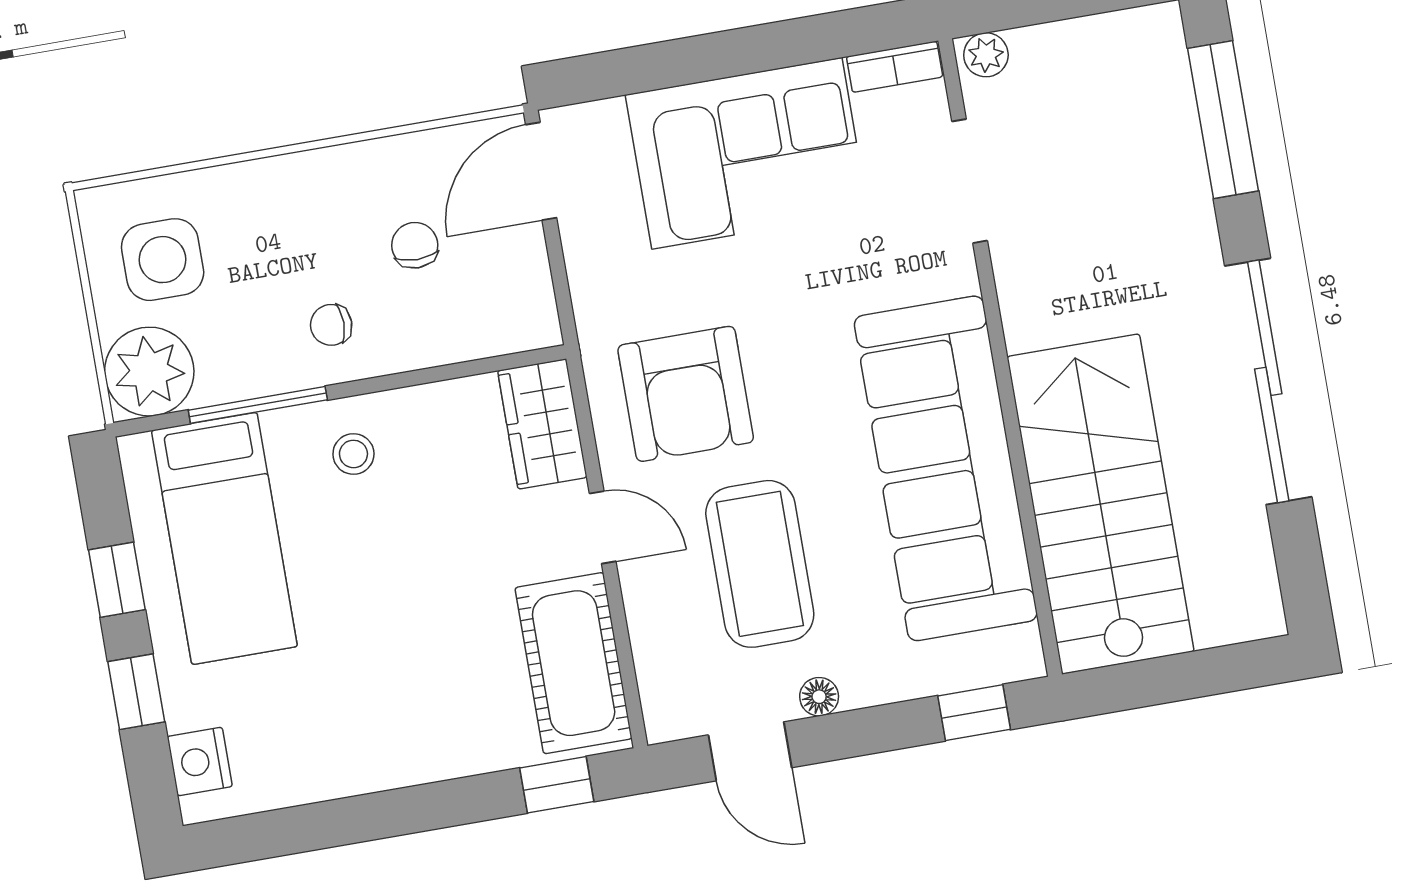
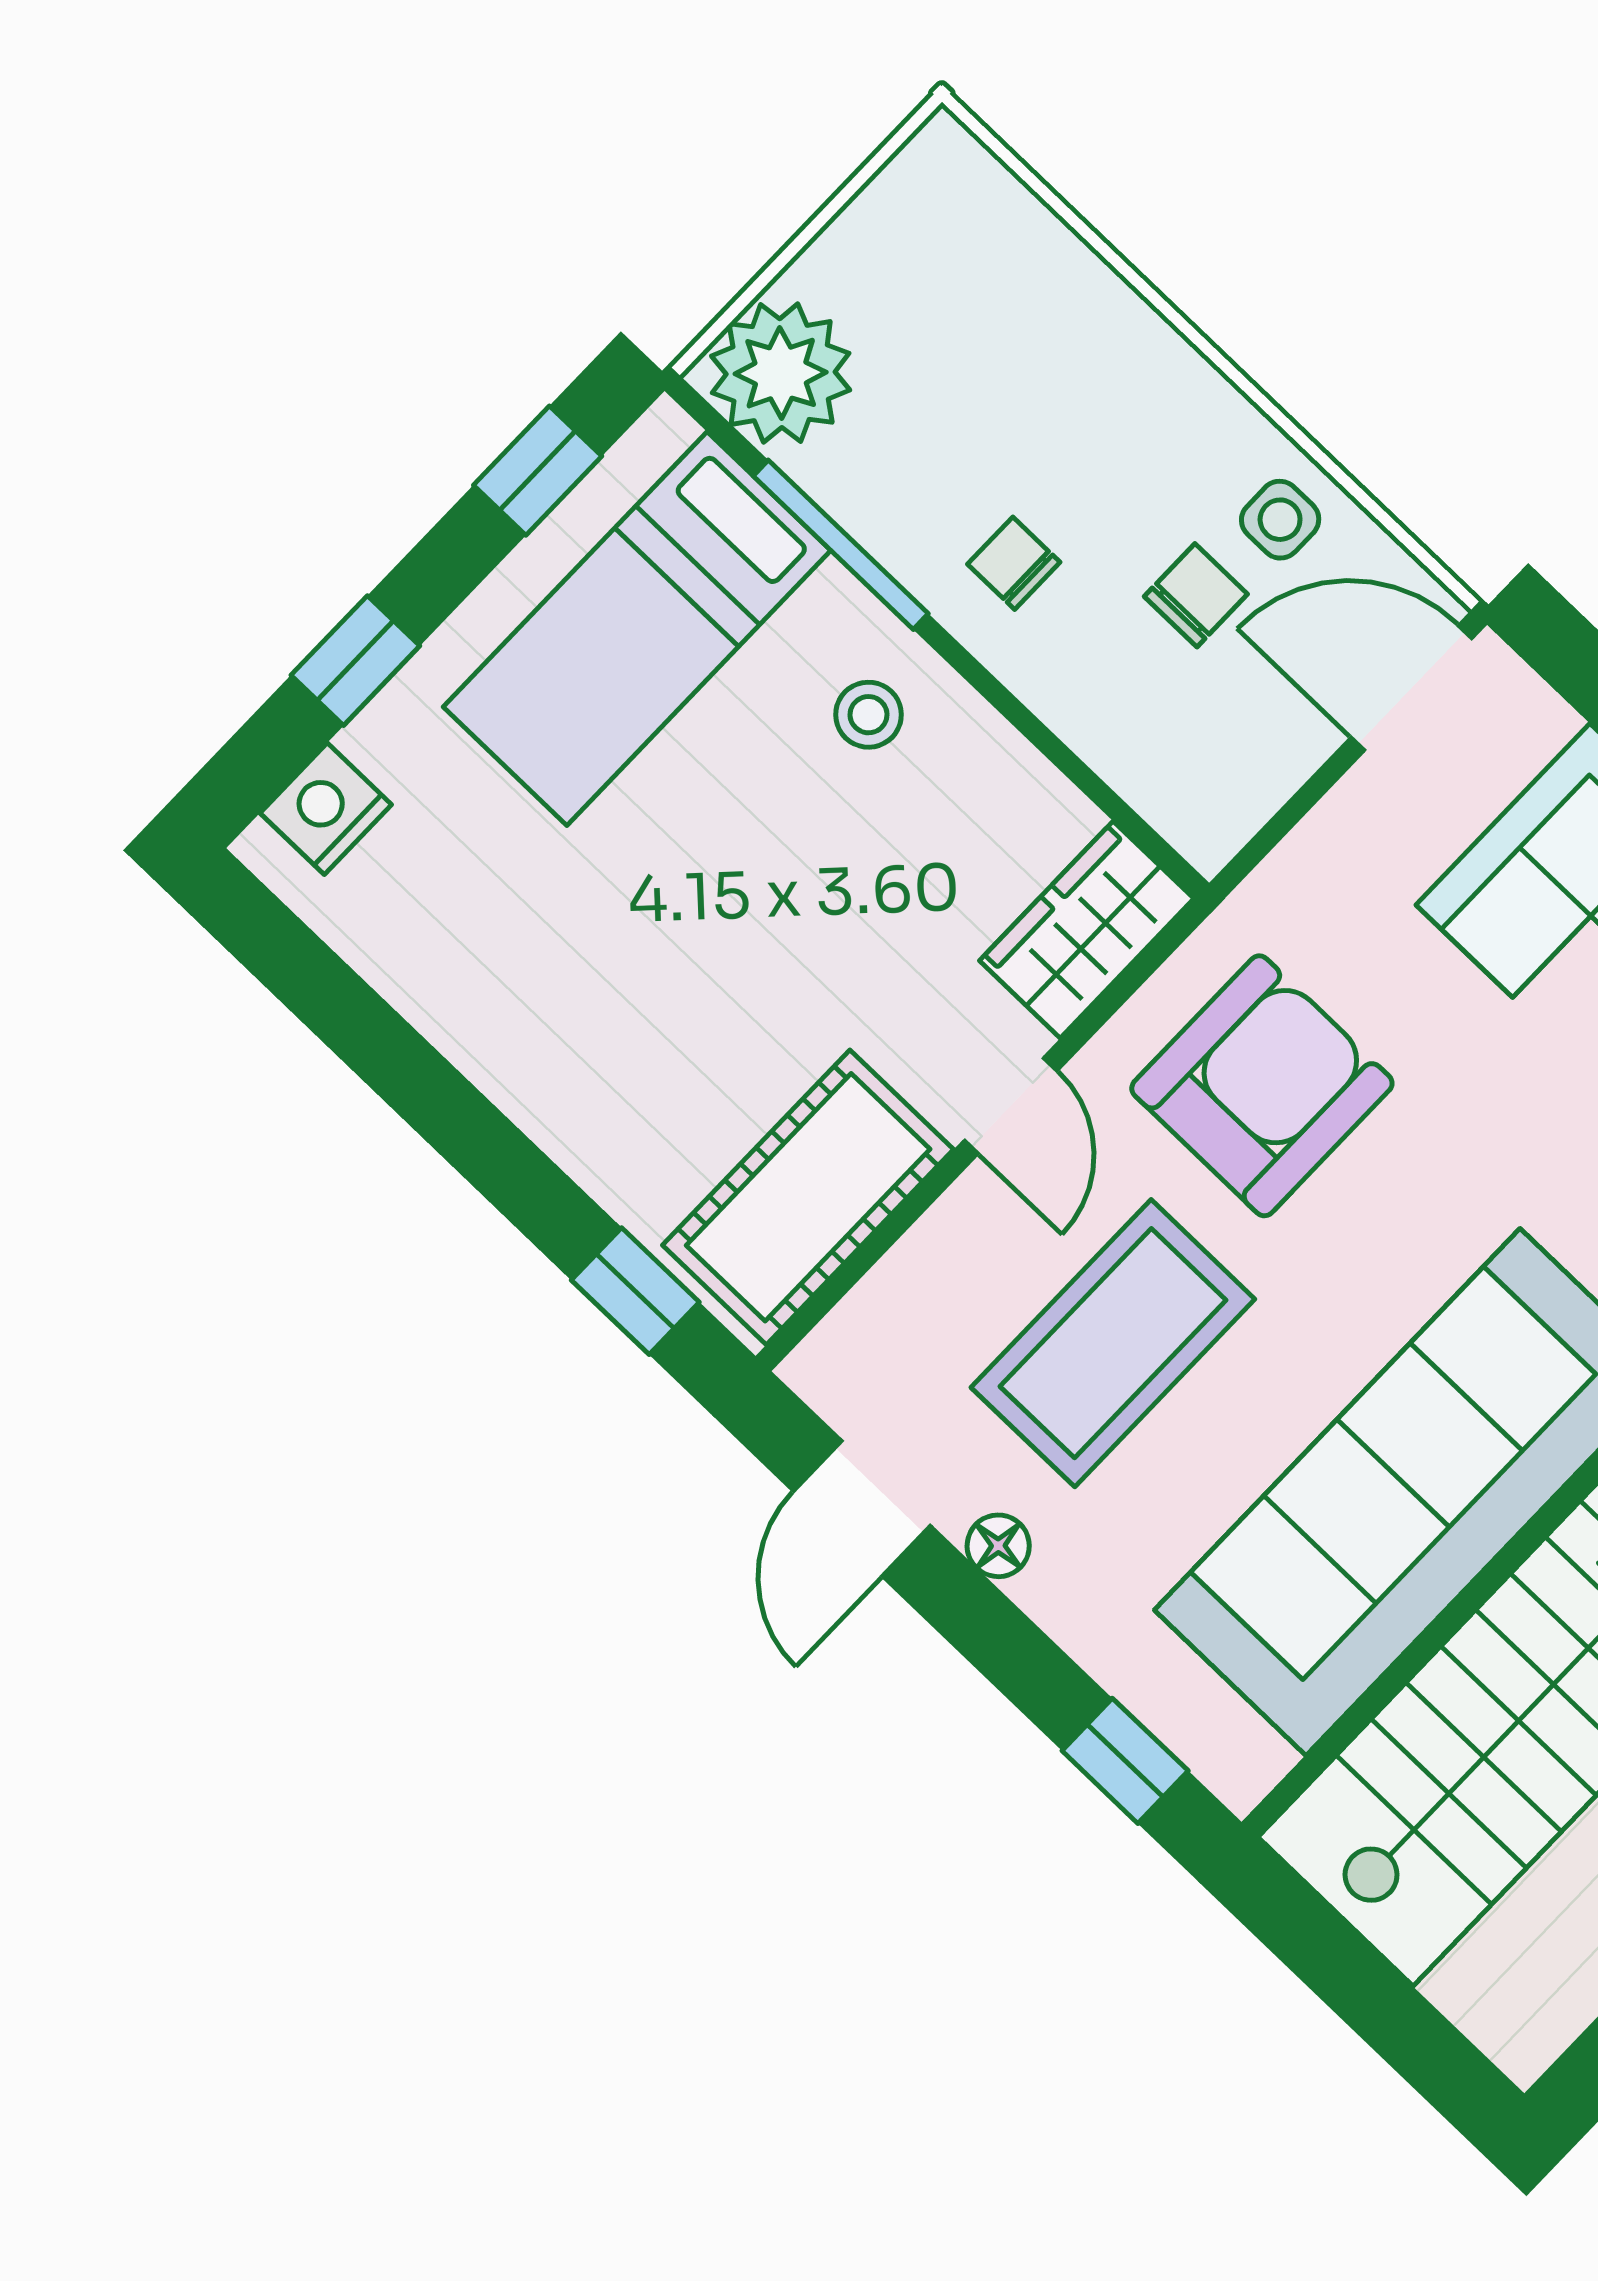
side table: (163, 260) -> (1280, 520), moved, width x0.54, depth x0.54
armchair: (686, 394) -> (1262, 1086), turned 180
window: (117, 580) -> (538, 471), moved

